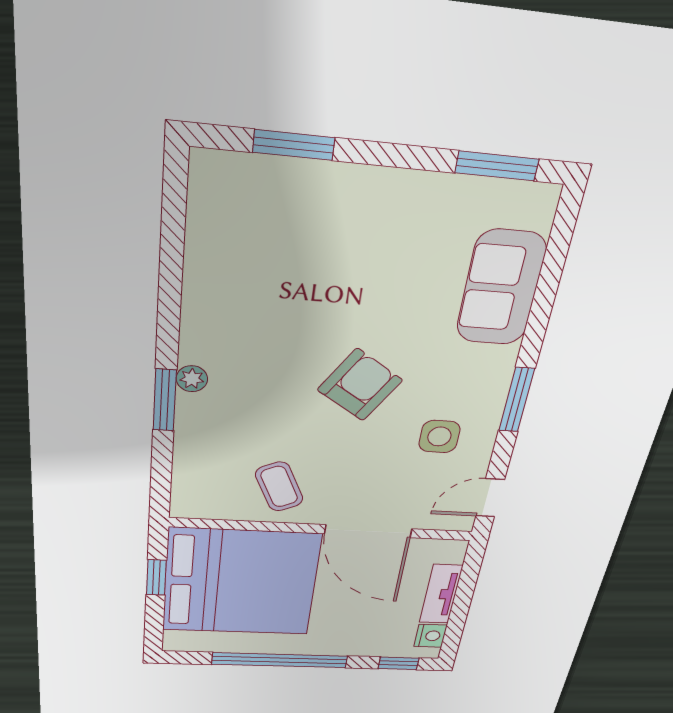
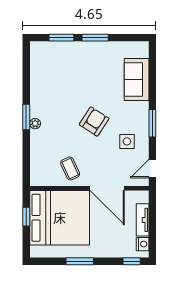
window: (497, 166) -> (95, 38), moved
window: (165, 400) -> (26, 117), moved
window: (280, 660) -> (80, 261), width x0.47

